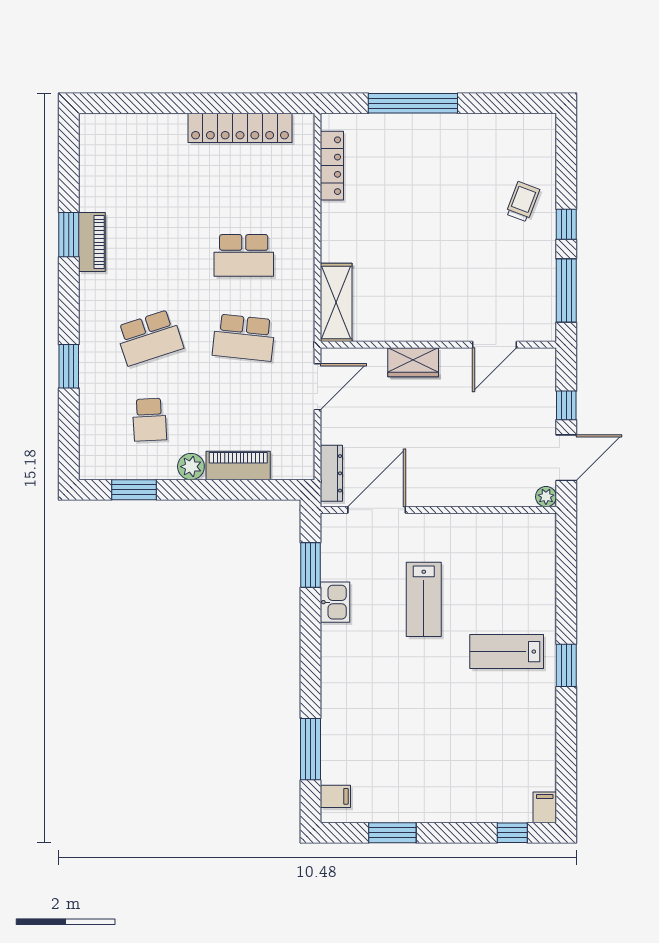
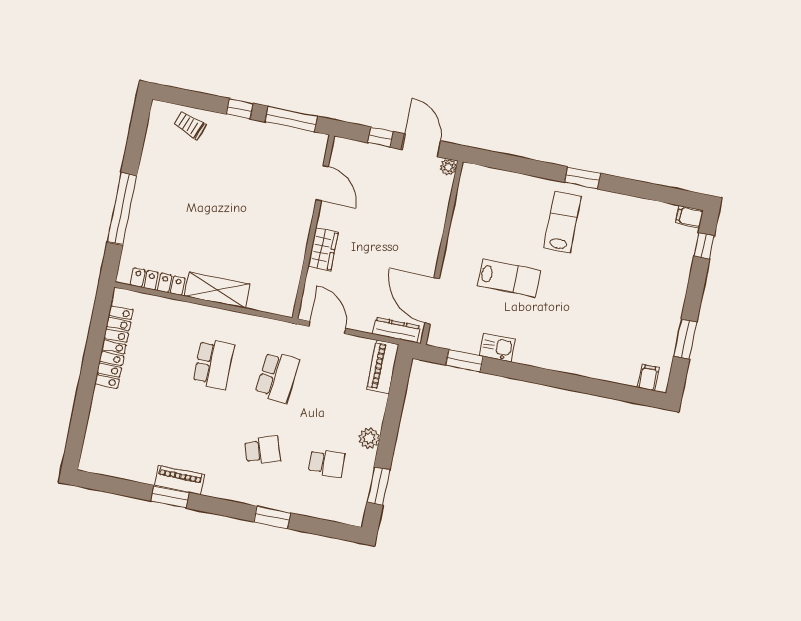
trolley: (523, 202) -> (190, 125), moved
shelving: (336, 302) -> (217, 290), moved
school desk: (149, 338) -> (263, 450), width x0.54
piano: (238, 466) -> (383, 367), moved
lab bench: (507, 652) -> (563, 222), turned 180
window: (311, 749) -> (608, 390), removed

